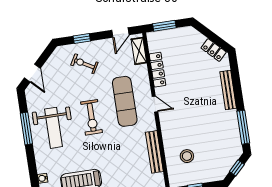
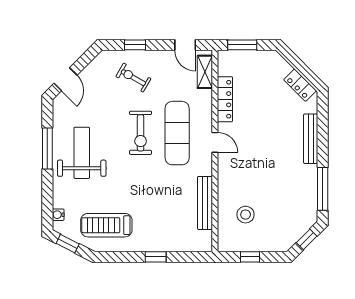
door: (120, 33) -> (185, 45), hinge flipped
exercise bike: (92, 117) -> (141, 133), moved
weight bench: (54, 128) -> (82, 153), turned 180

